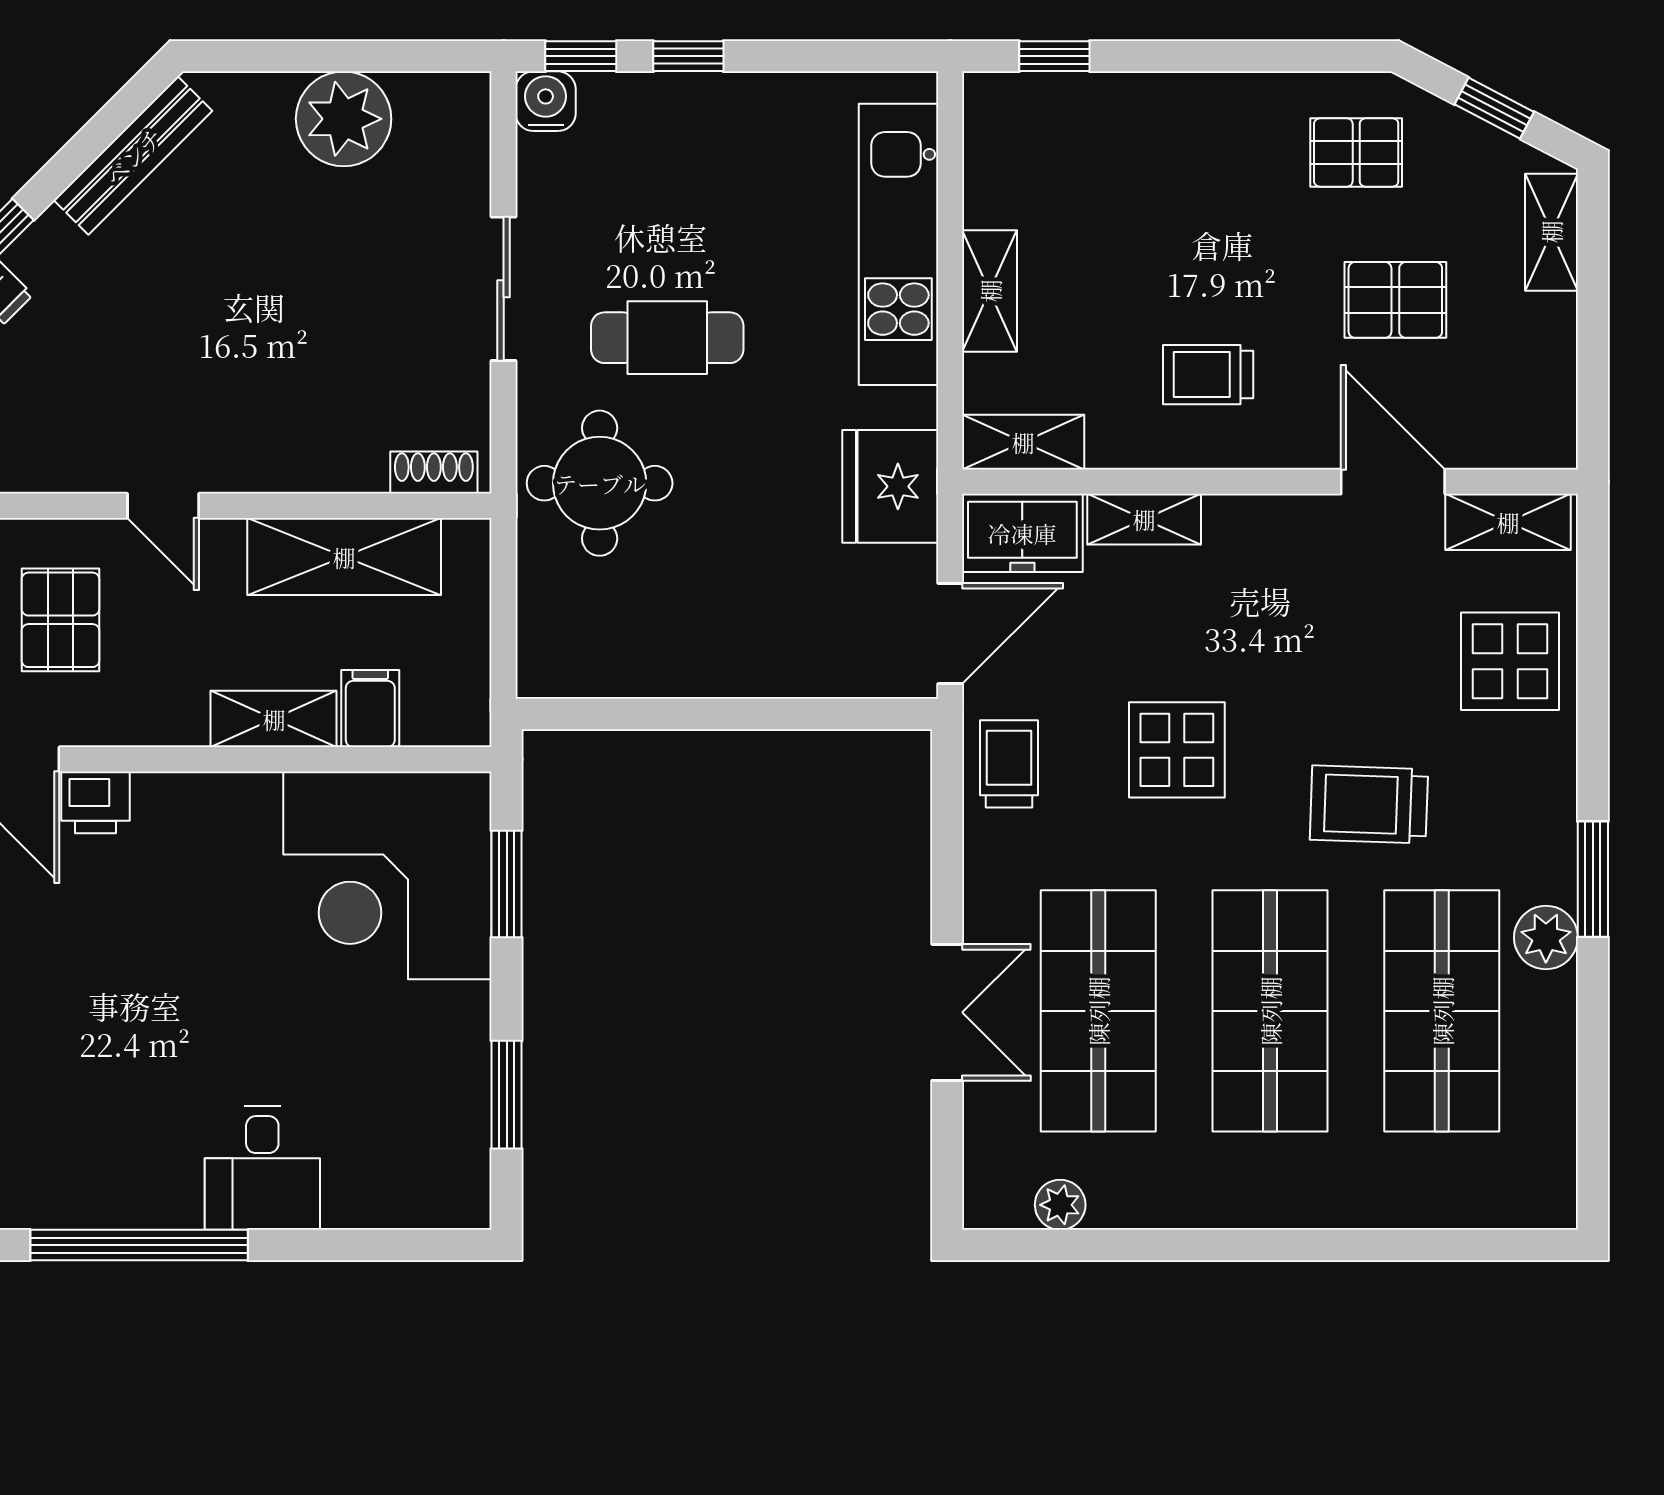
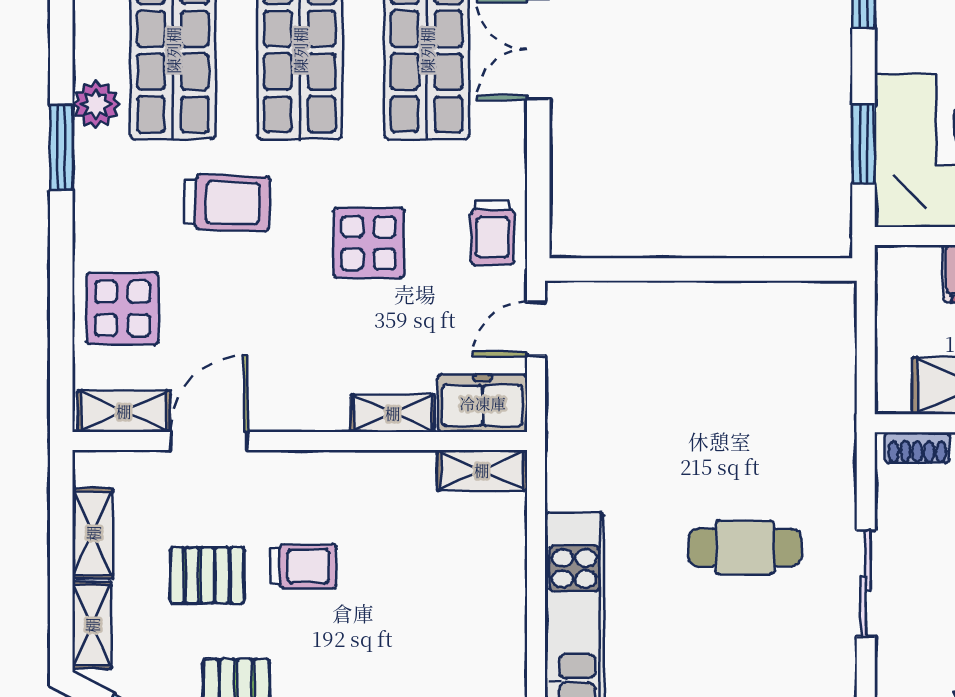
shelving: (990, 291) -> (93, 533), moved
trolley: (1208, 375) -> (304, 566), moved
door: (1393, 482) -> (209, 441), swing flipped
round table: (600, 483) -> (795, 440), removed
fridge: (890, 486) -> (580, 437), removed
door: (950, 633) -> (536, 329), width x0.73

